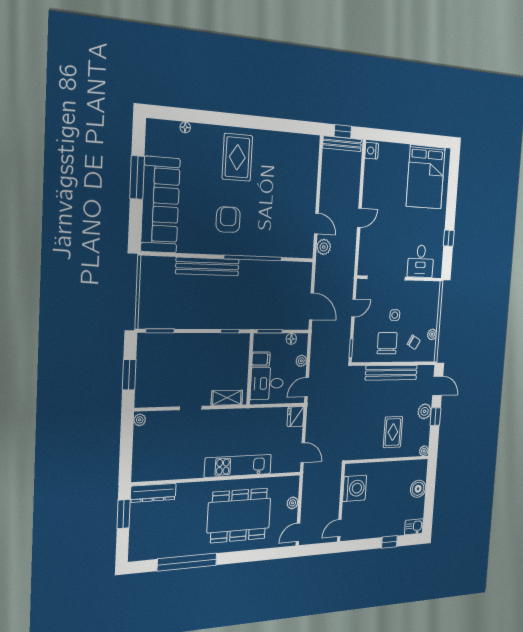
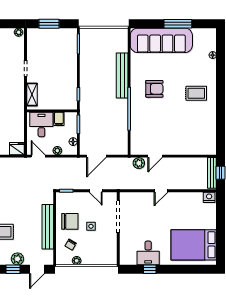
rug: (237, 157) -> (196, 93), width x0.73, depth x0.70
door: (359, 218) -> (161, 191), hinge flipped
desk: (421, 261) -> (148, 253), moved, turned -90

